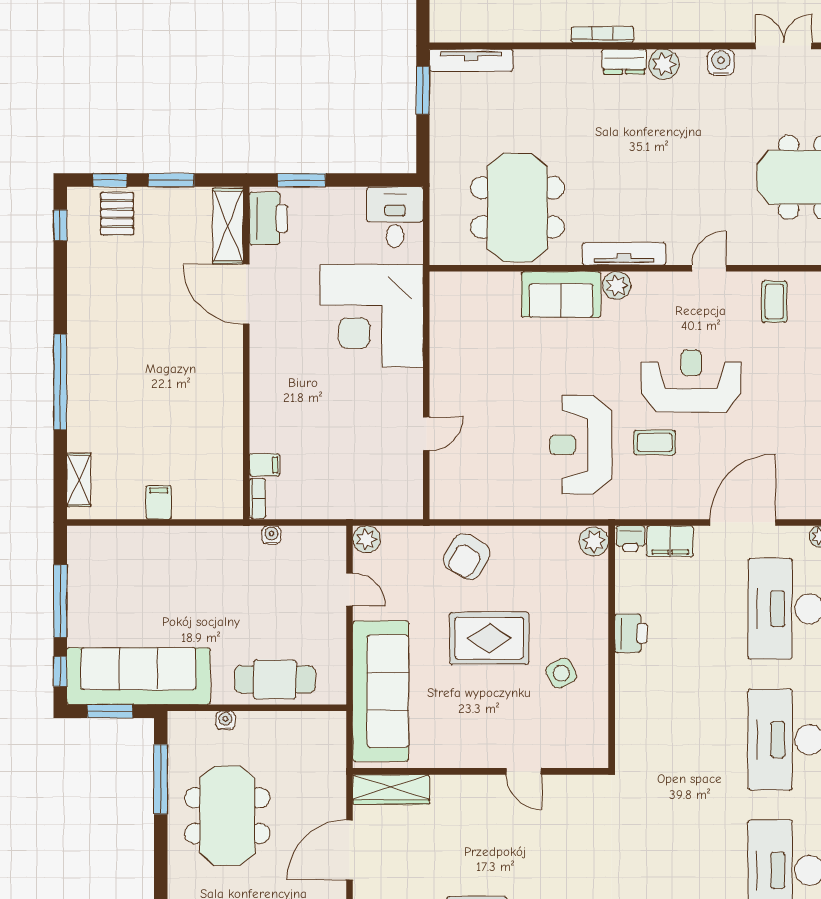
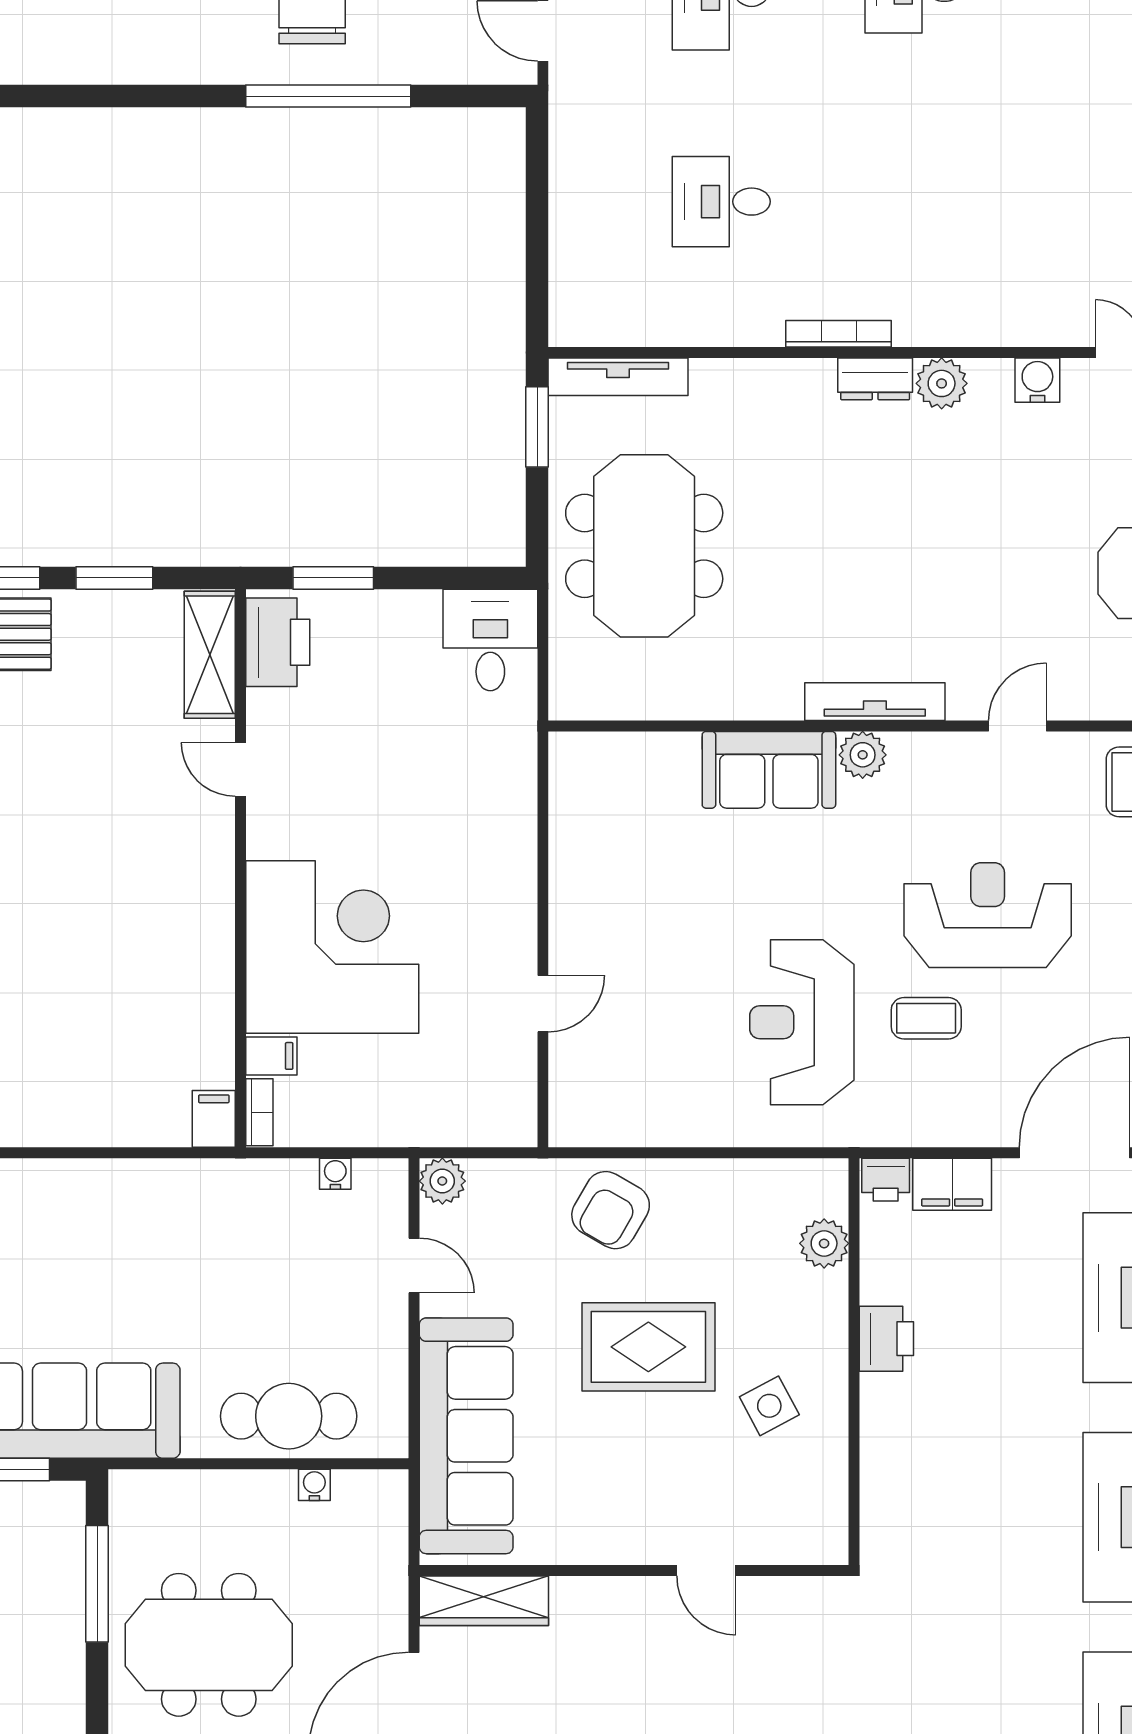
meeting table: (517, 207) -> (644, 546), moved
door: (246, 294) -> (241, 769), width x0.53
corner desk: (372, 316) -> (332, 947), moved, turned 180
filing cabinet: (159, 502) -> (214, 1119), moved
water cooler: (271, 535) -> (335, 1174), moved
plant: (594, 542) -> (824, 1243), moved
water cooler: (225, 720) -> (314, 1485), moved
meeting table: (227, 816) -> (209, 1645), turned 90

